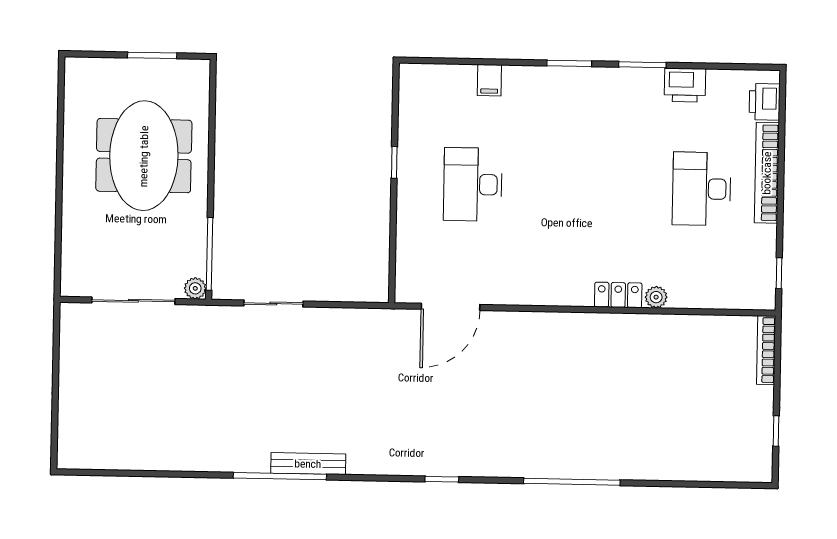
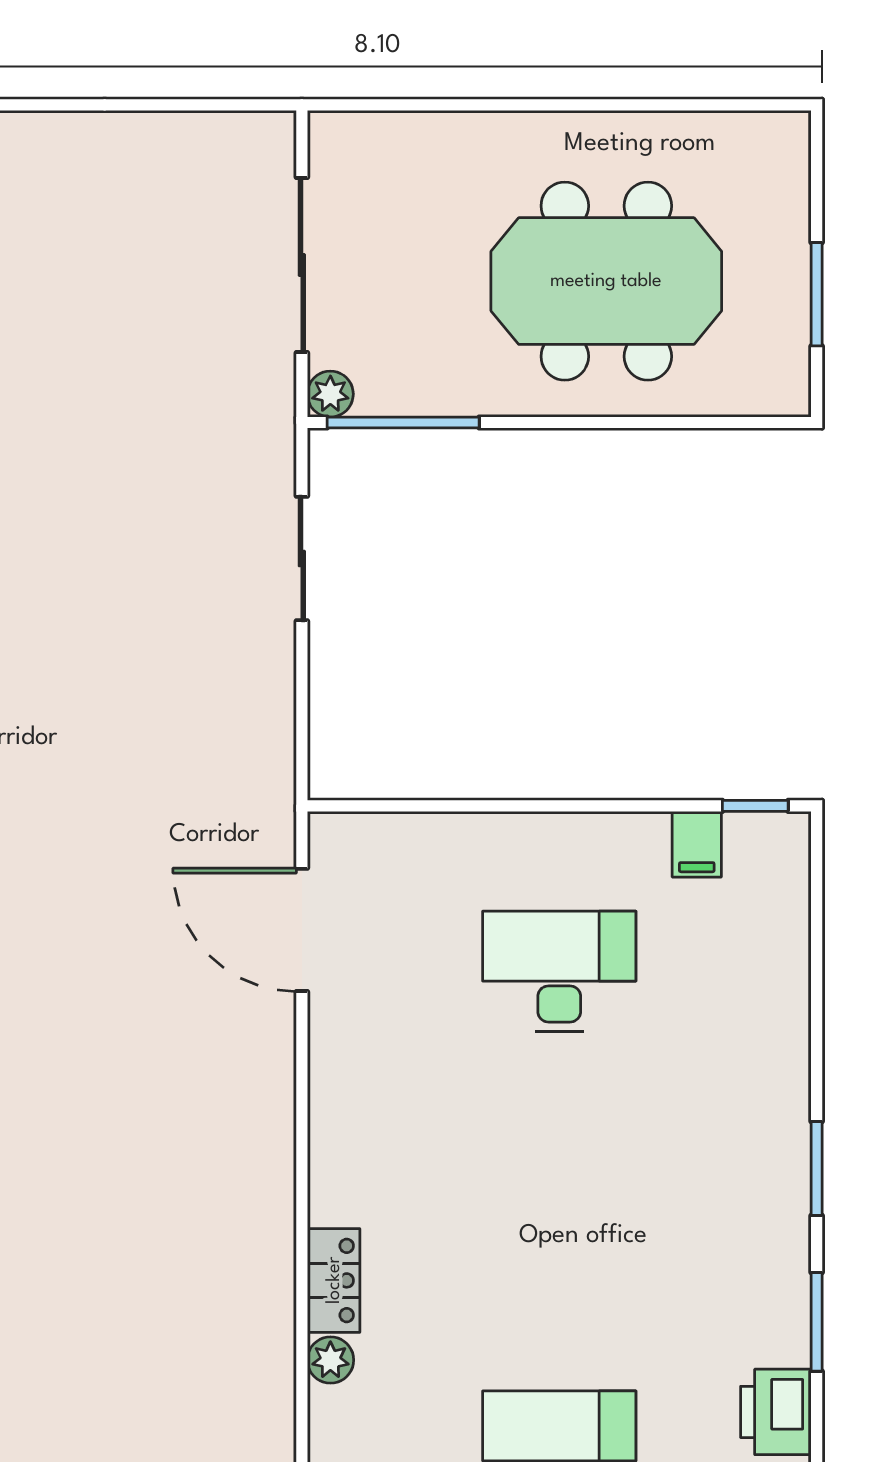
filing cabinet: (489, 80) -> (697, 844), moved, turned -90
window: (394, 162) -> (755, 806), moved

